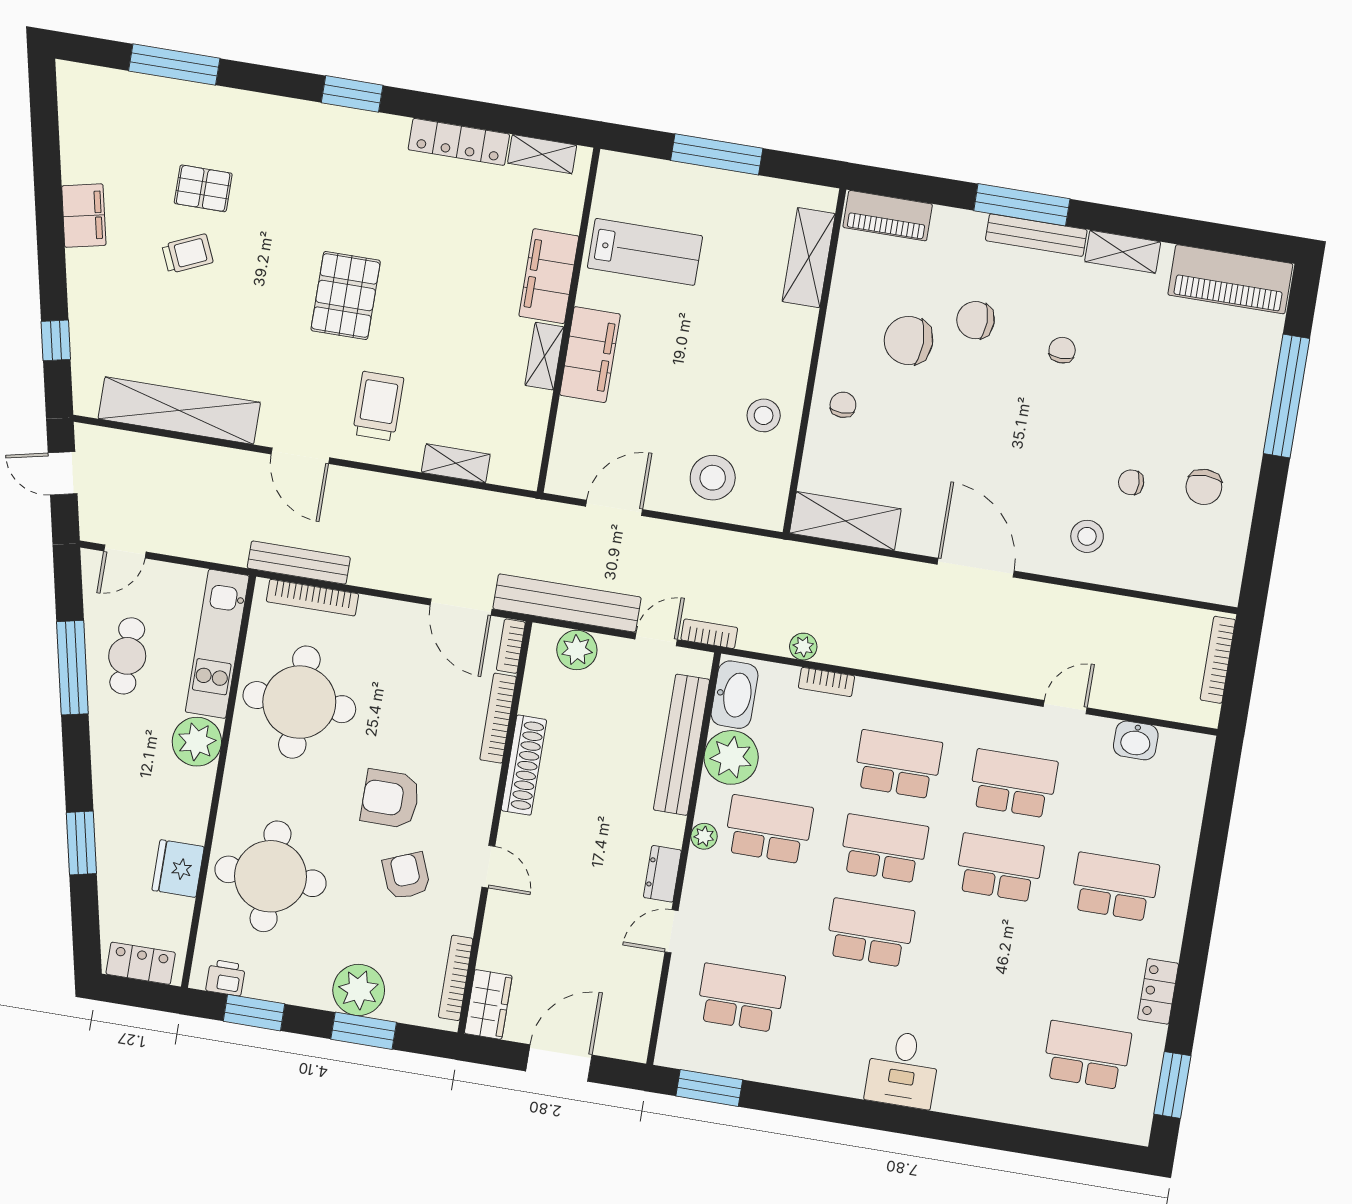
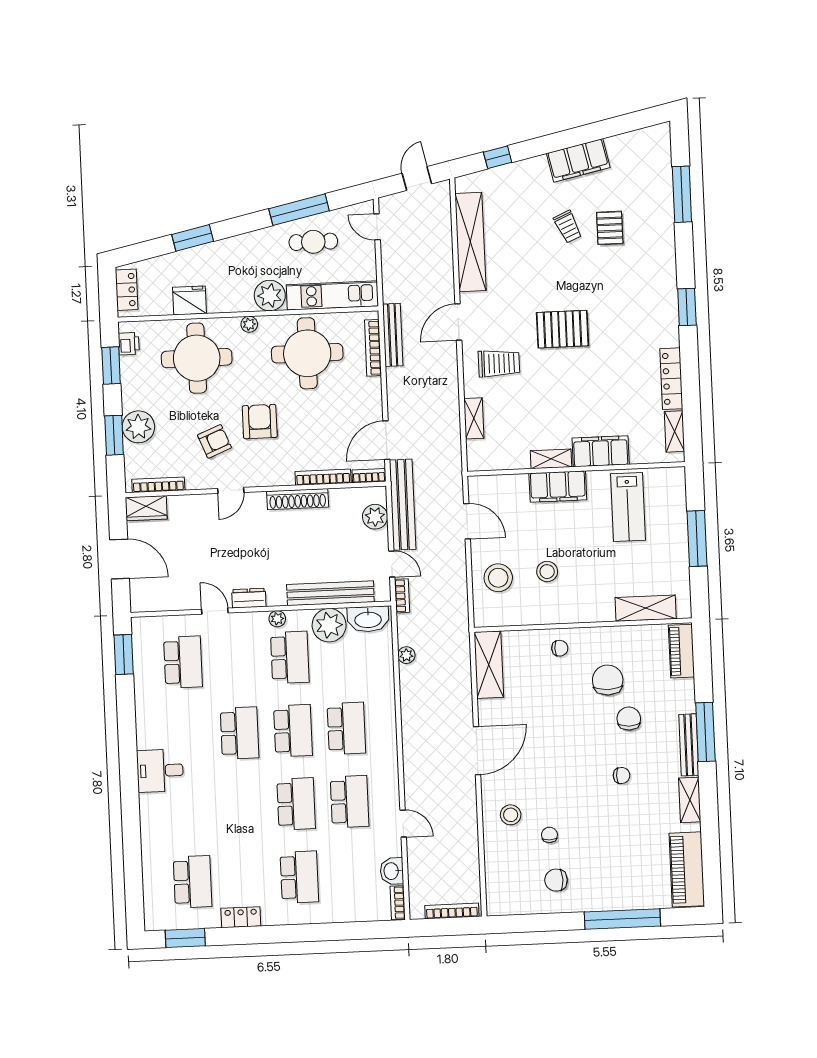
filing cabinet: (84, 216) -> (578, 160), width x1.50, depth x1.17
stool: (764, 415) -> (547, 572), moved
bookcase: (827, 682) -> (398, 903), moved
plant: (235, 783) -> (249, 324), added

